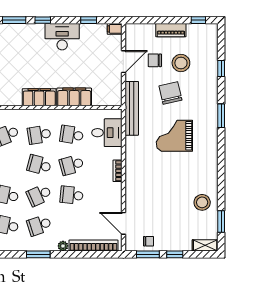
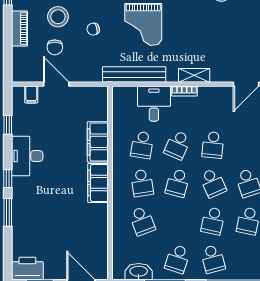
filing cabinet: (115, 29) -> (31, 95), moved
chair: (170, 93) -> (93, 29), width x0.54, depth x0.54
bench: (132, 108) -> (134, 74), moved
desk: (107, 133) -> (154, 104), moved
school desk: (72, 165) -> (177, 145), turned 39
shelving: (131, 179) -> (194, 75), added

